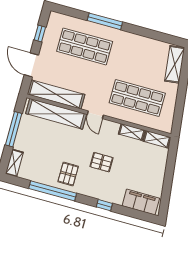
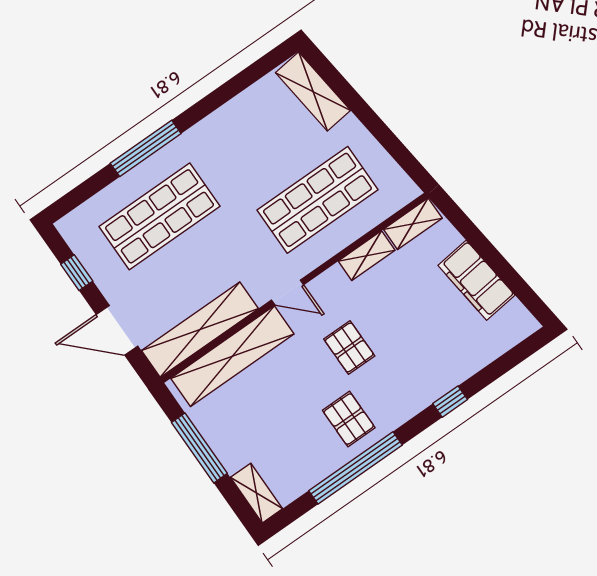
pallet: (101, 162) -> (349, 347), moved, turned 90
filing cabinet: (141, 202) -> (476, 280), moved, turned -97

